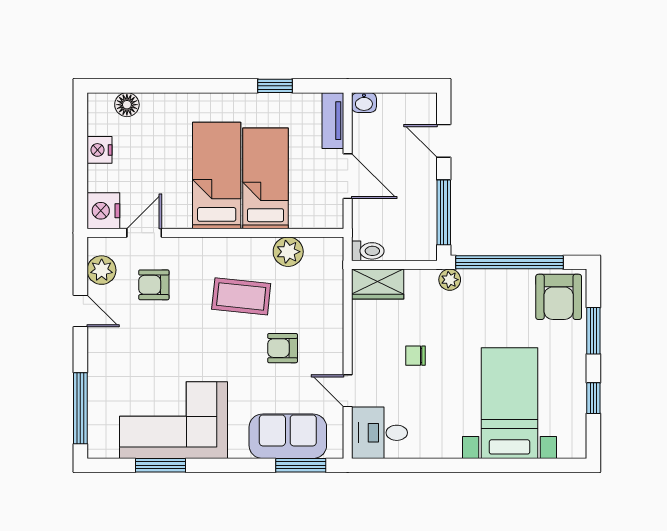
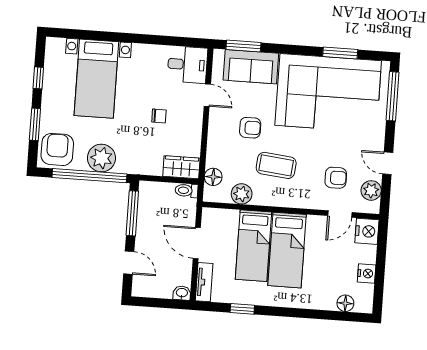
floor lamp: (331, 273) -> (213, 177), added
plant: (450, 280) -> (101, 158), moved, width x1.88, depth x1.88
corner sofa: (174, 420) -> (328, 93), width x1.36, depth x1.36

